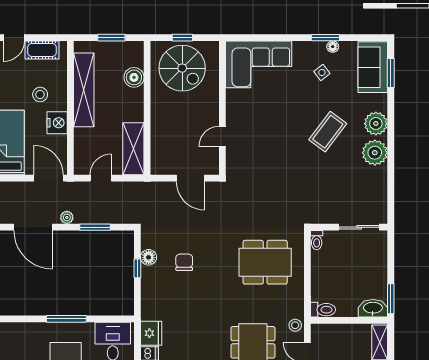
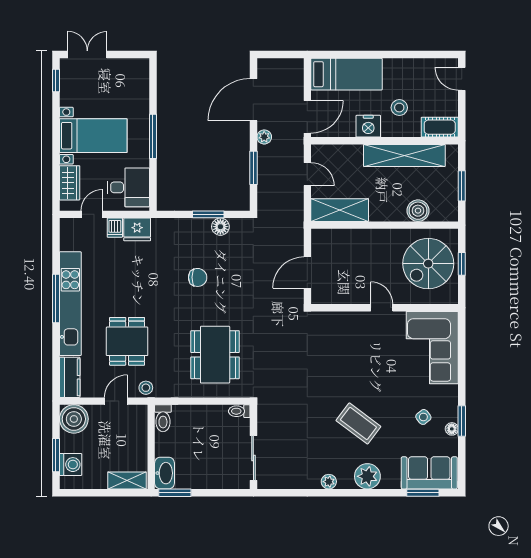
cot: (42, 50) -> (440, 127), moved, turned 90
door: (222, 137) -> (382, 308), moved
plant: (375, 153) -> (329, 482), width x0.53, depth x0.53
chair: (184, 262) -> (198, 277), moved
window: (137, 268) -> (208, 214), width x1.50

